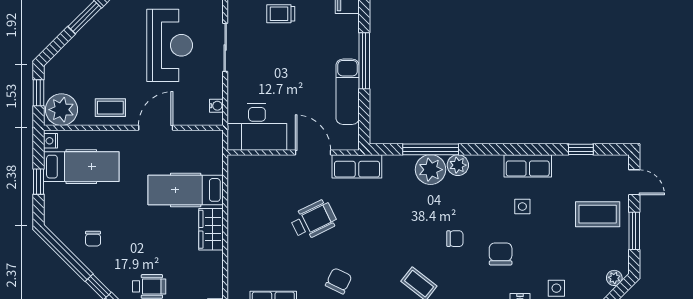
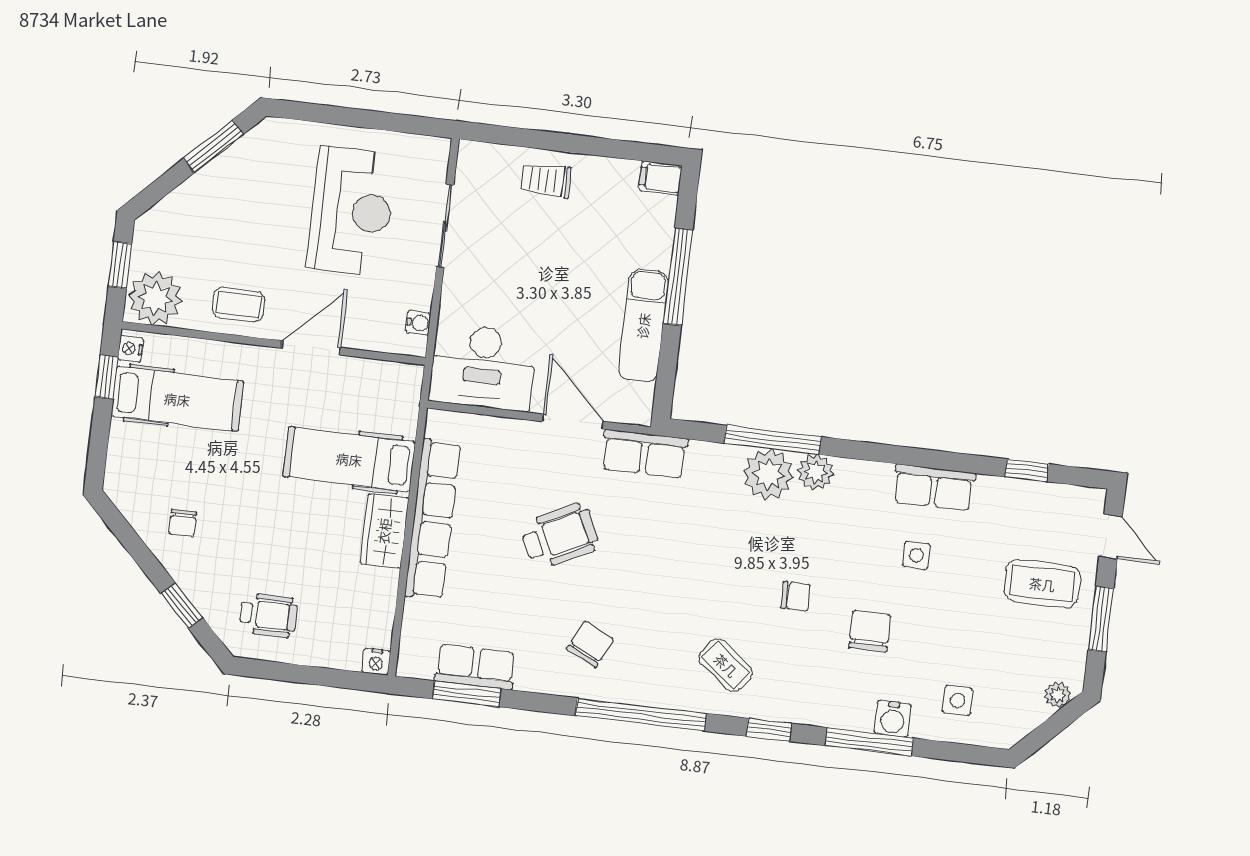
window: (39, 182) -> (107, 377), moved
row of seats: (238, 219) -> (433, 519), added

